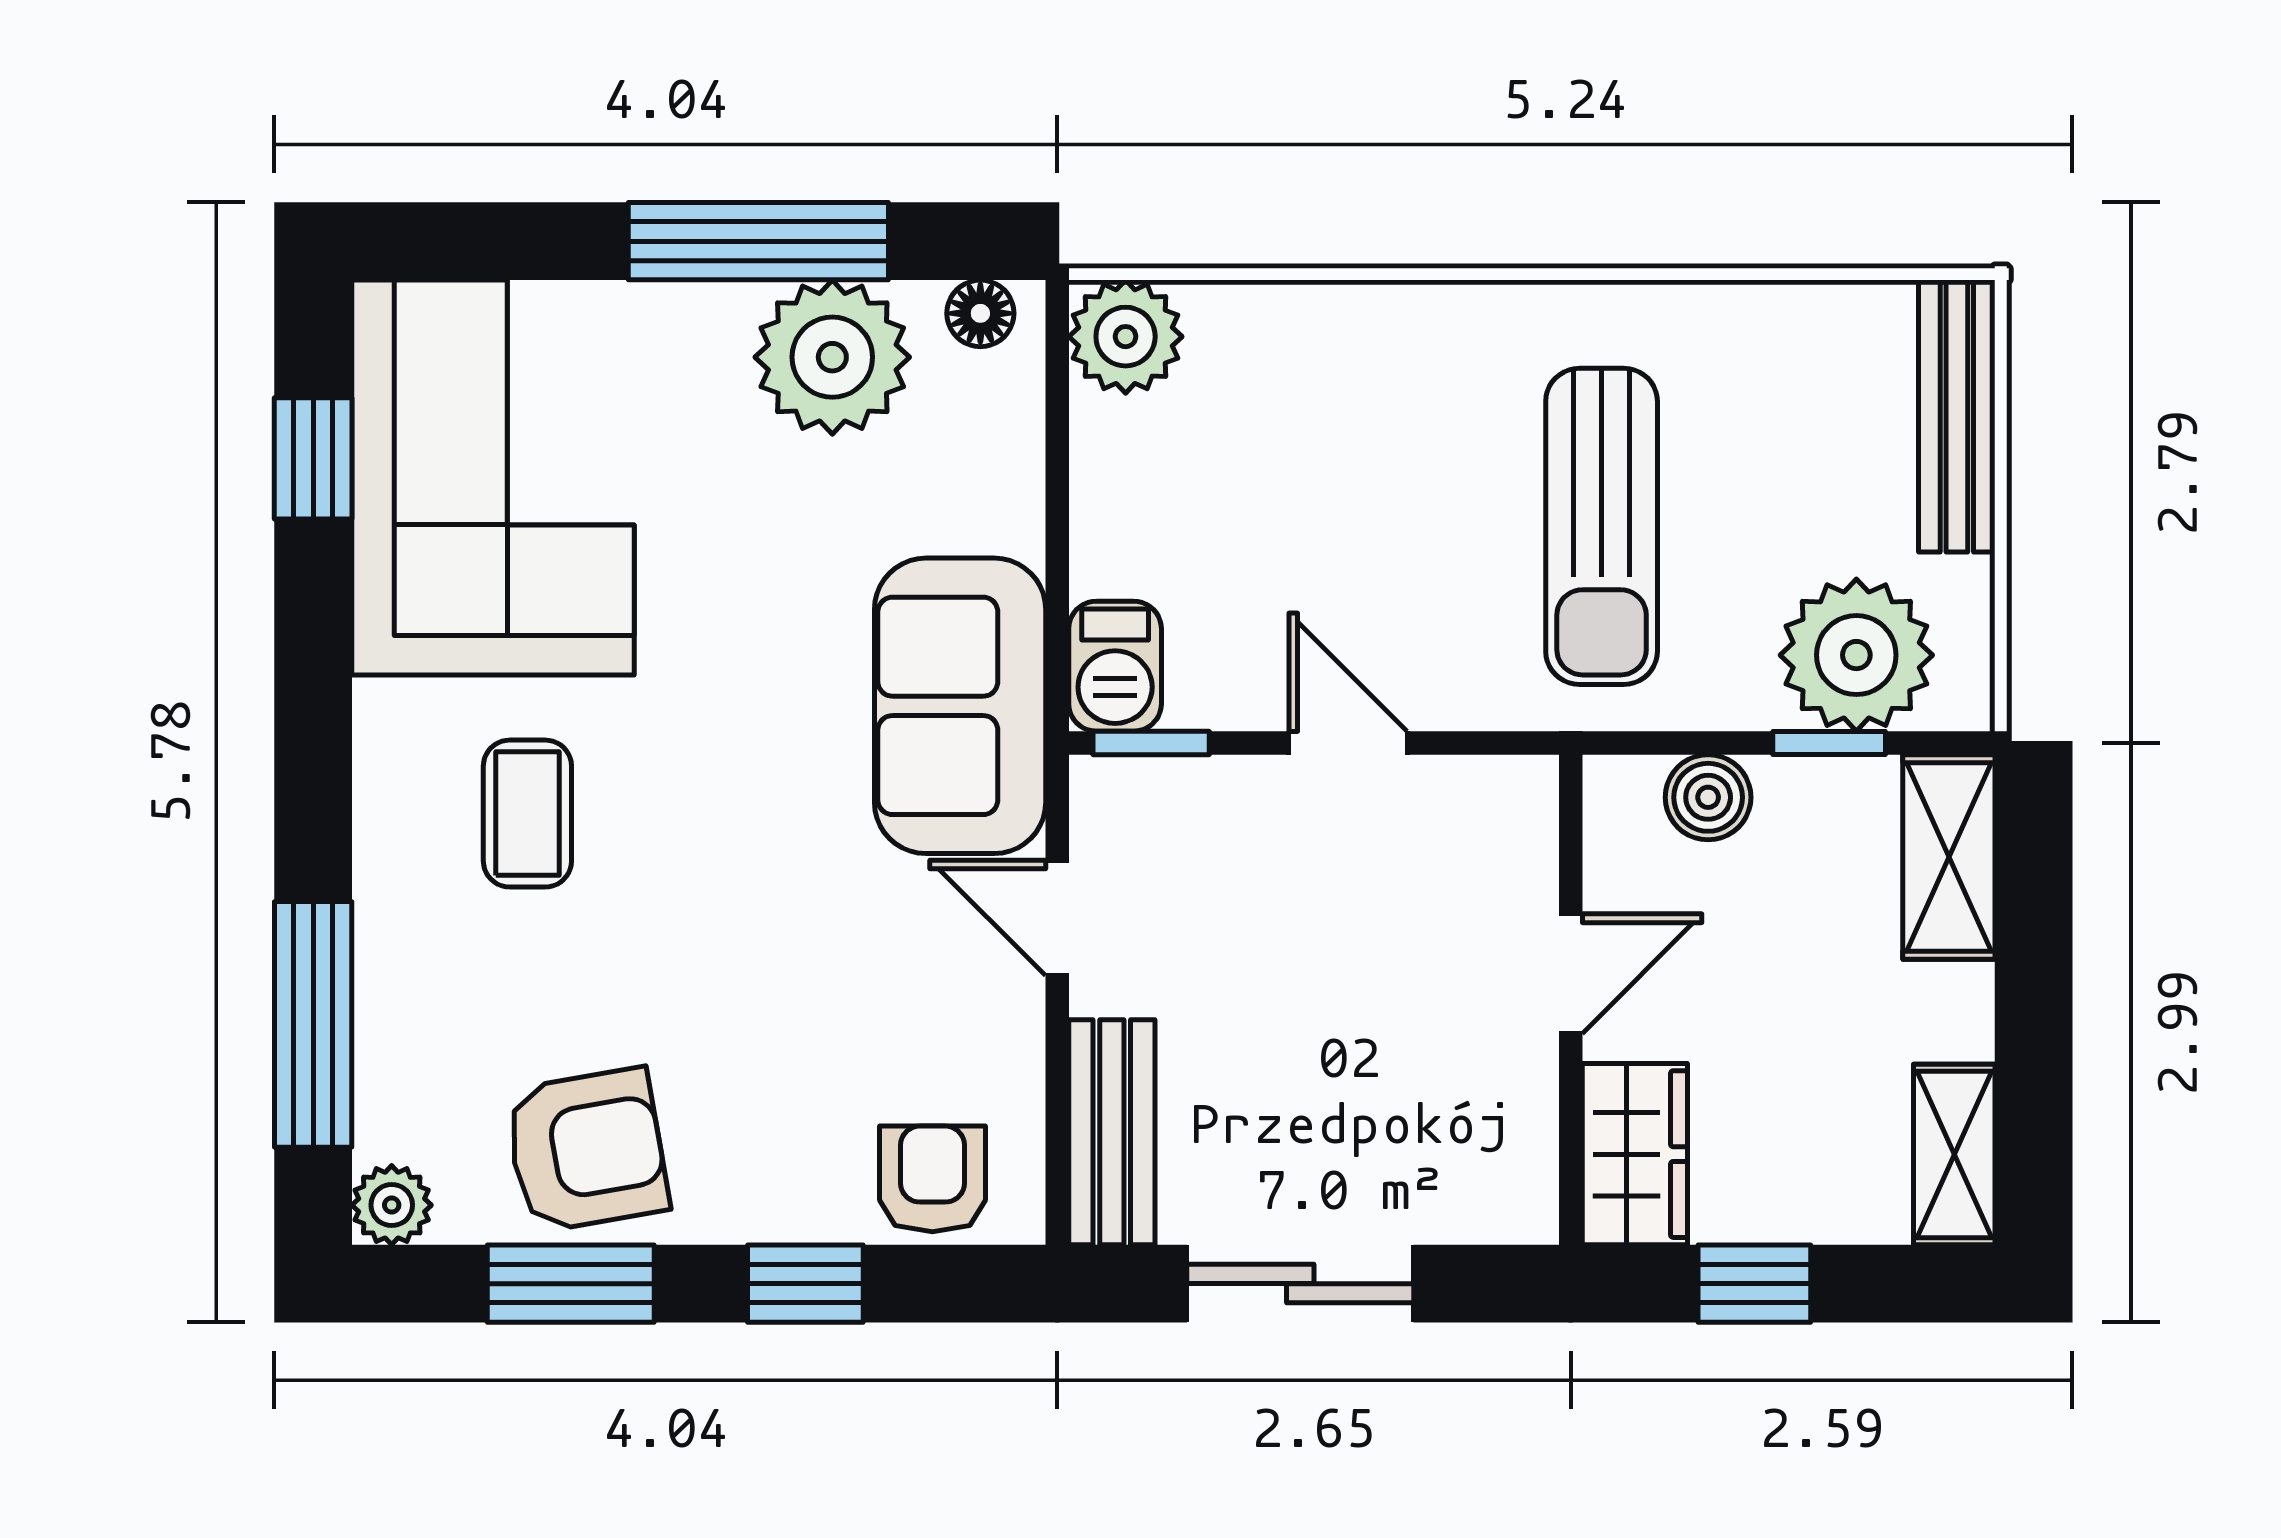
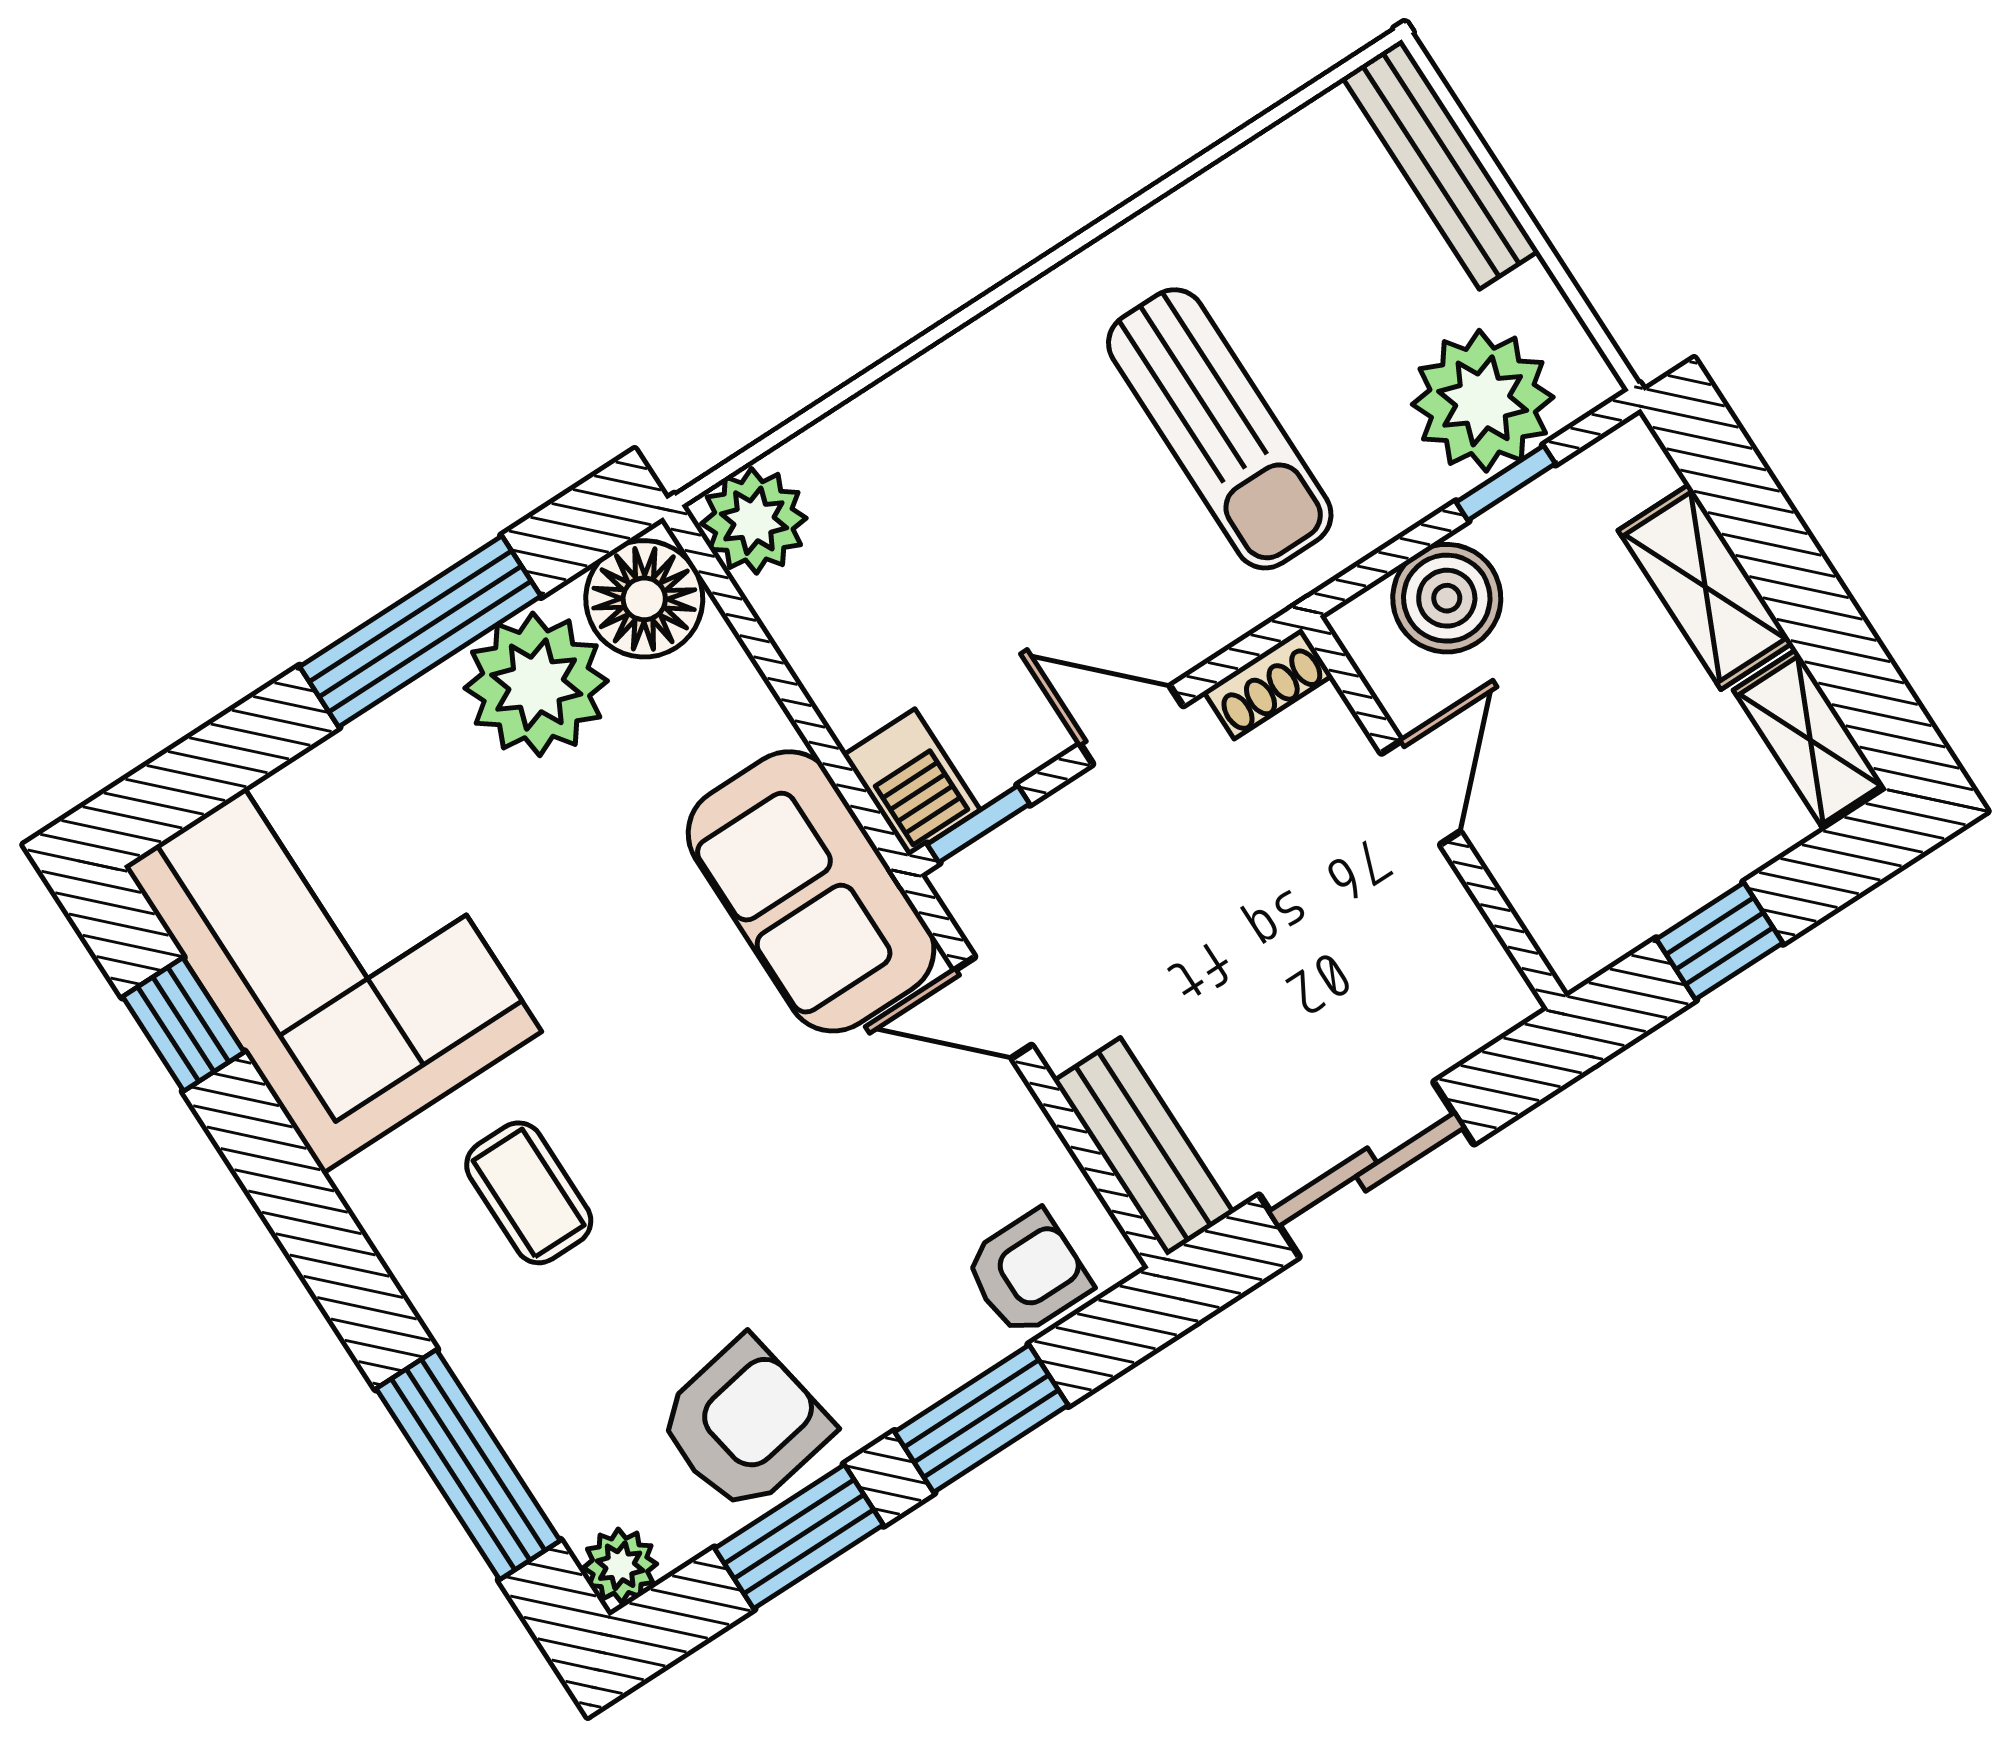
floor lamp: (980, 313) -> (644, 599), width x1.89, depth x1.89
shoe rack: (1496, 785) -> (1268, 683), added
boiler: (1708, 797) -> (1447, 598), width x1.36, depth x1.36
shelving: (1949, 857) -> (1705, 587), moved
wardrobe: (1635, 1154) -> (1562, 900), removed
armchair: (932, 1179) -> (1028, 1273), turned 90
window: (805, 1284) -> (981, 1419), width x1.50

